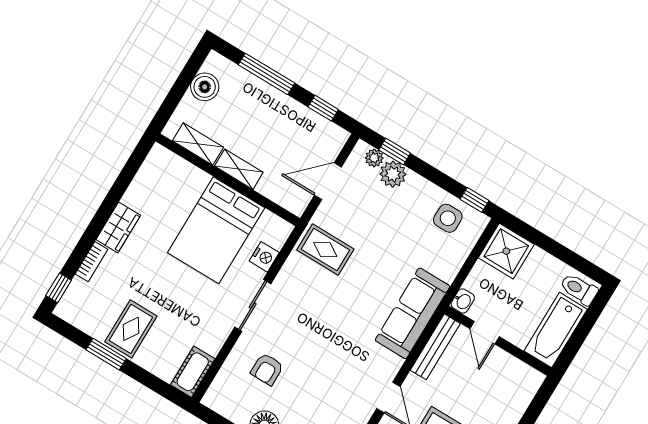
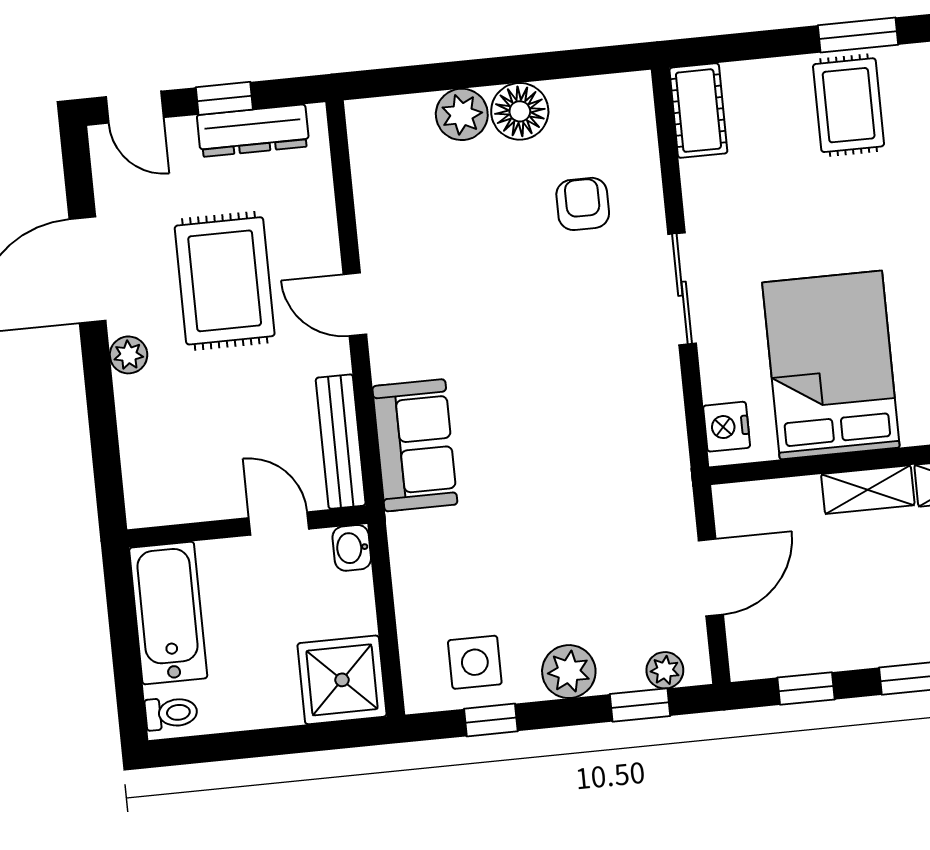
plant: (393, 174) -> (569, 672), moved
window: (475, 200) -> (491, 720), moved
rug: (325, 250) -> (633, 465), removed
nightstand: (264, 257) -> (727, 427), moved
toilet: (579, 289) -> (171, 713), width x0.73, depth x0.72
sofa: (413, 313) -> (415, 445), width x0.73

